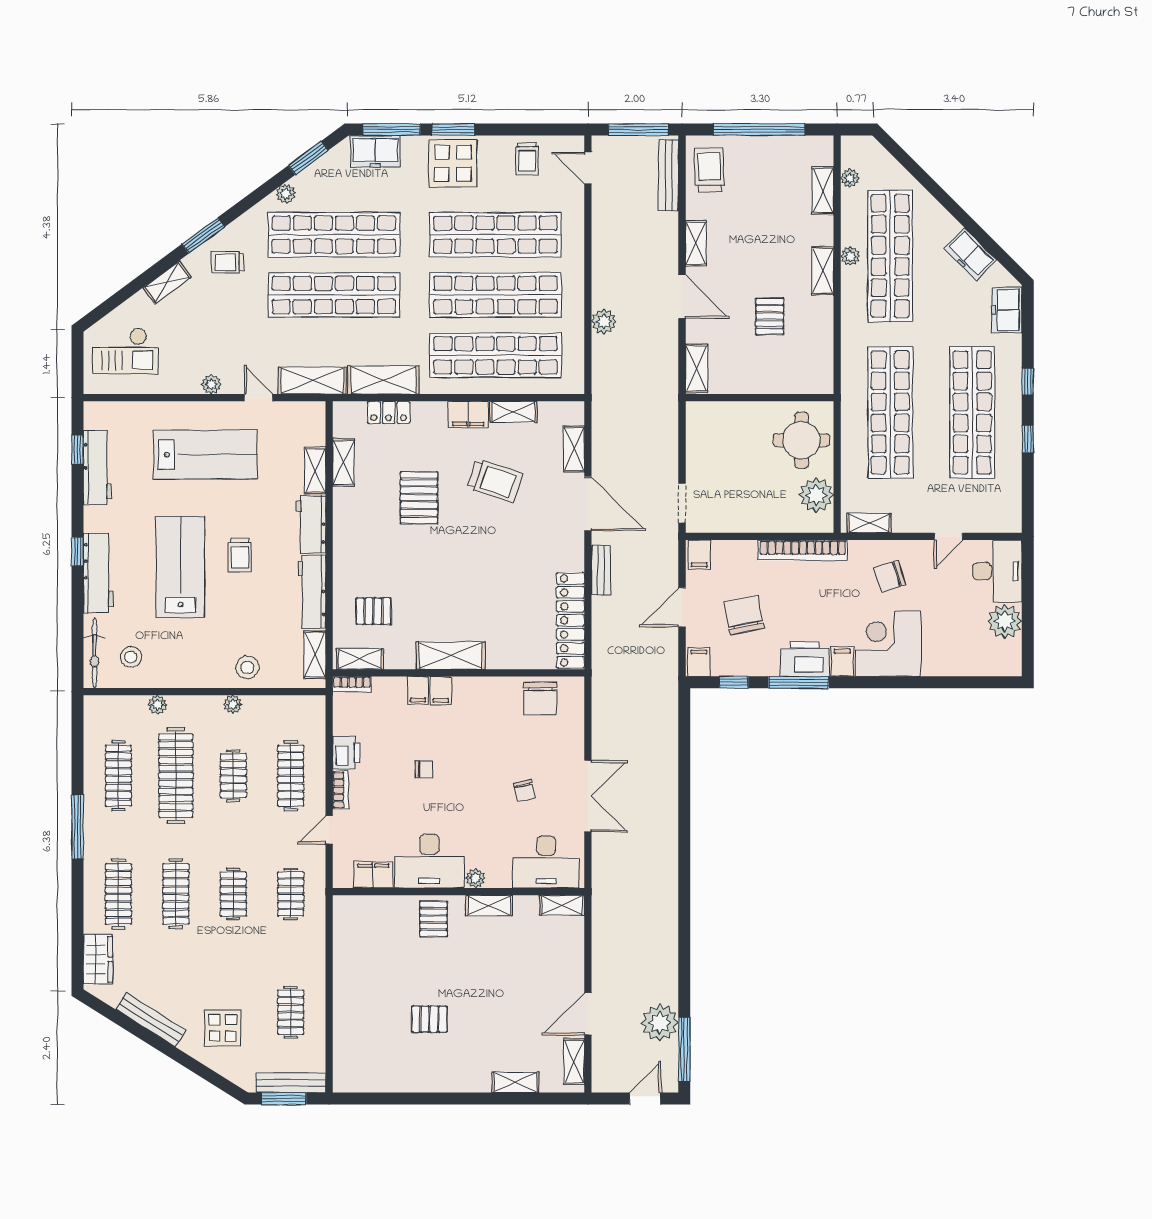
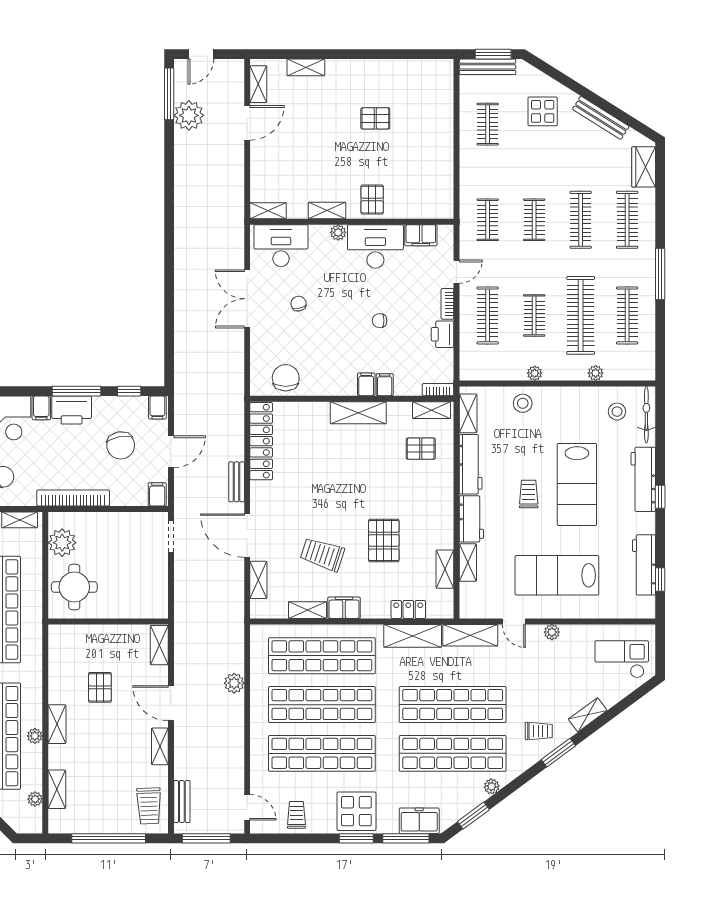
bench: (669, 175) -> (182, 802), width x0.73

